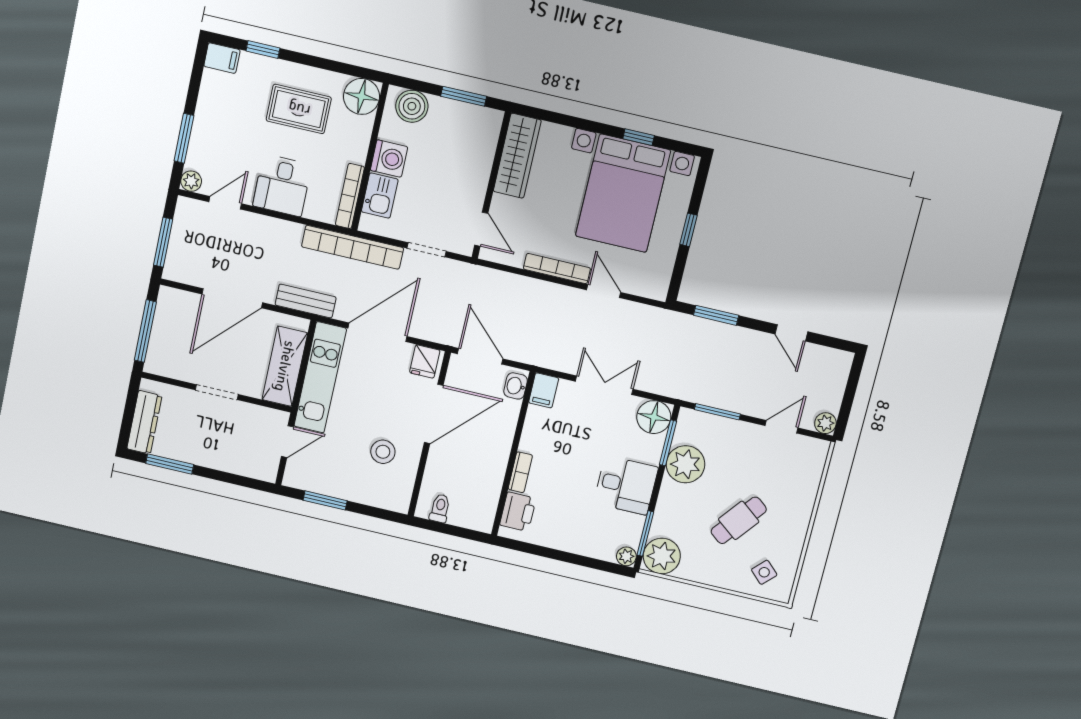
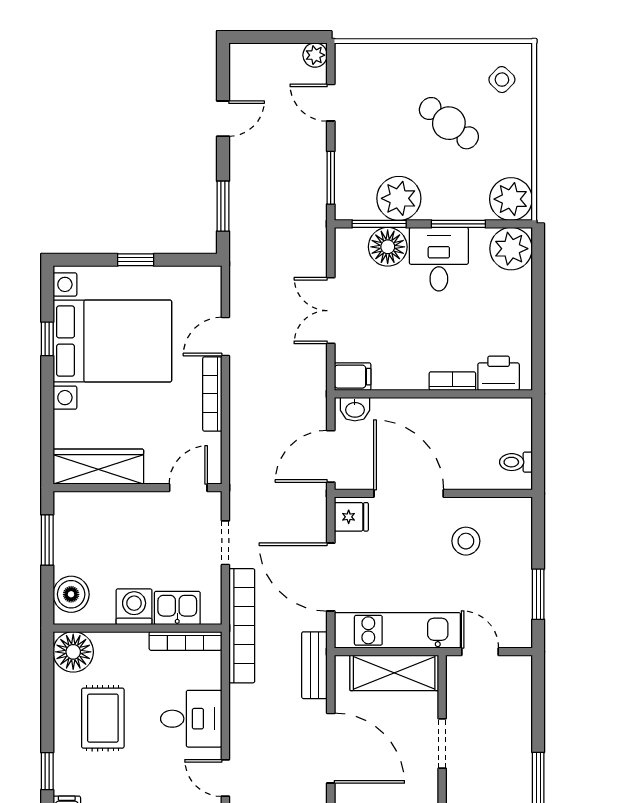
floor lamp: (654, 417) -> (388, 247), moved
window: (645, 534) -> (458, 224), moved
plant: (626, 556) -> (511, 249), width x1.87, depth x1.87

